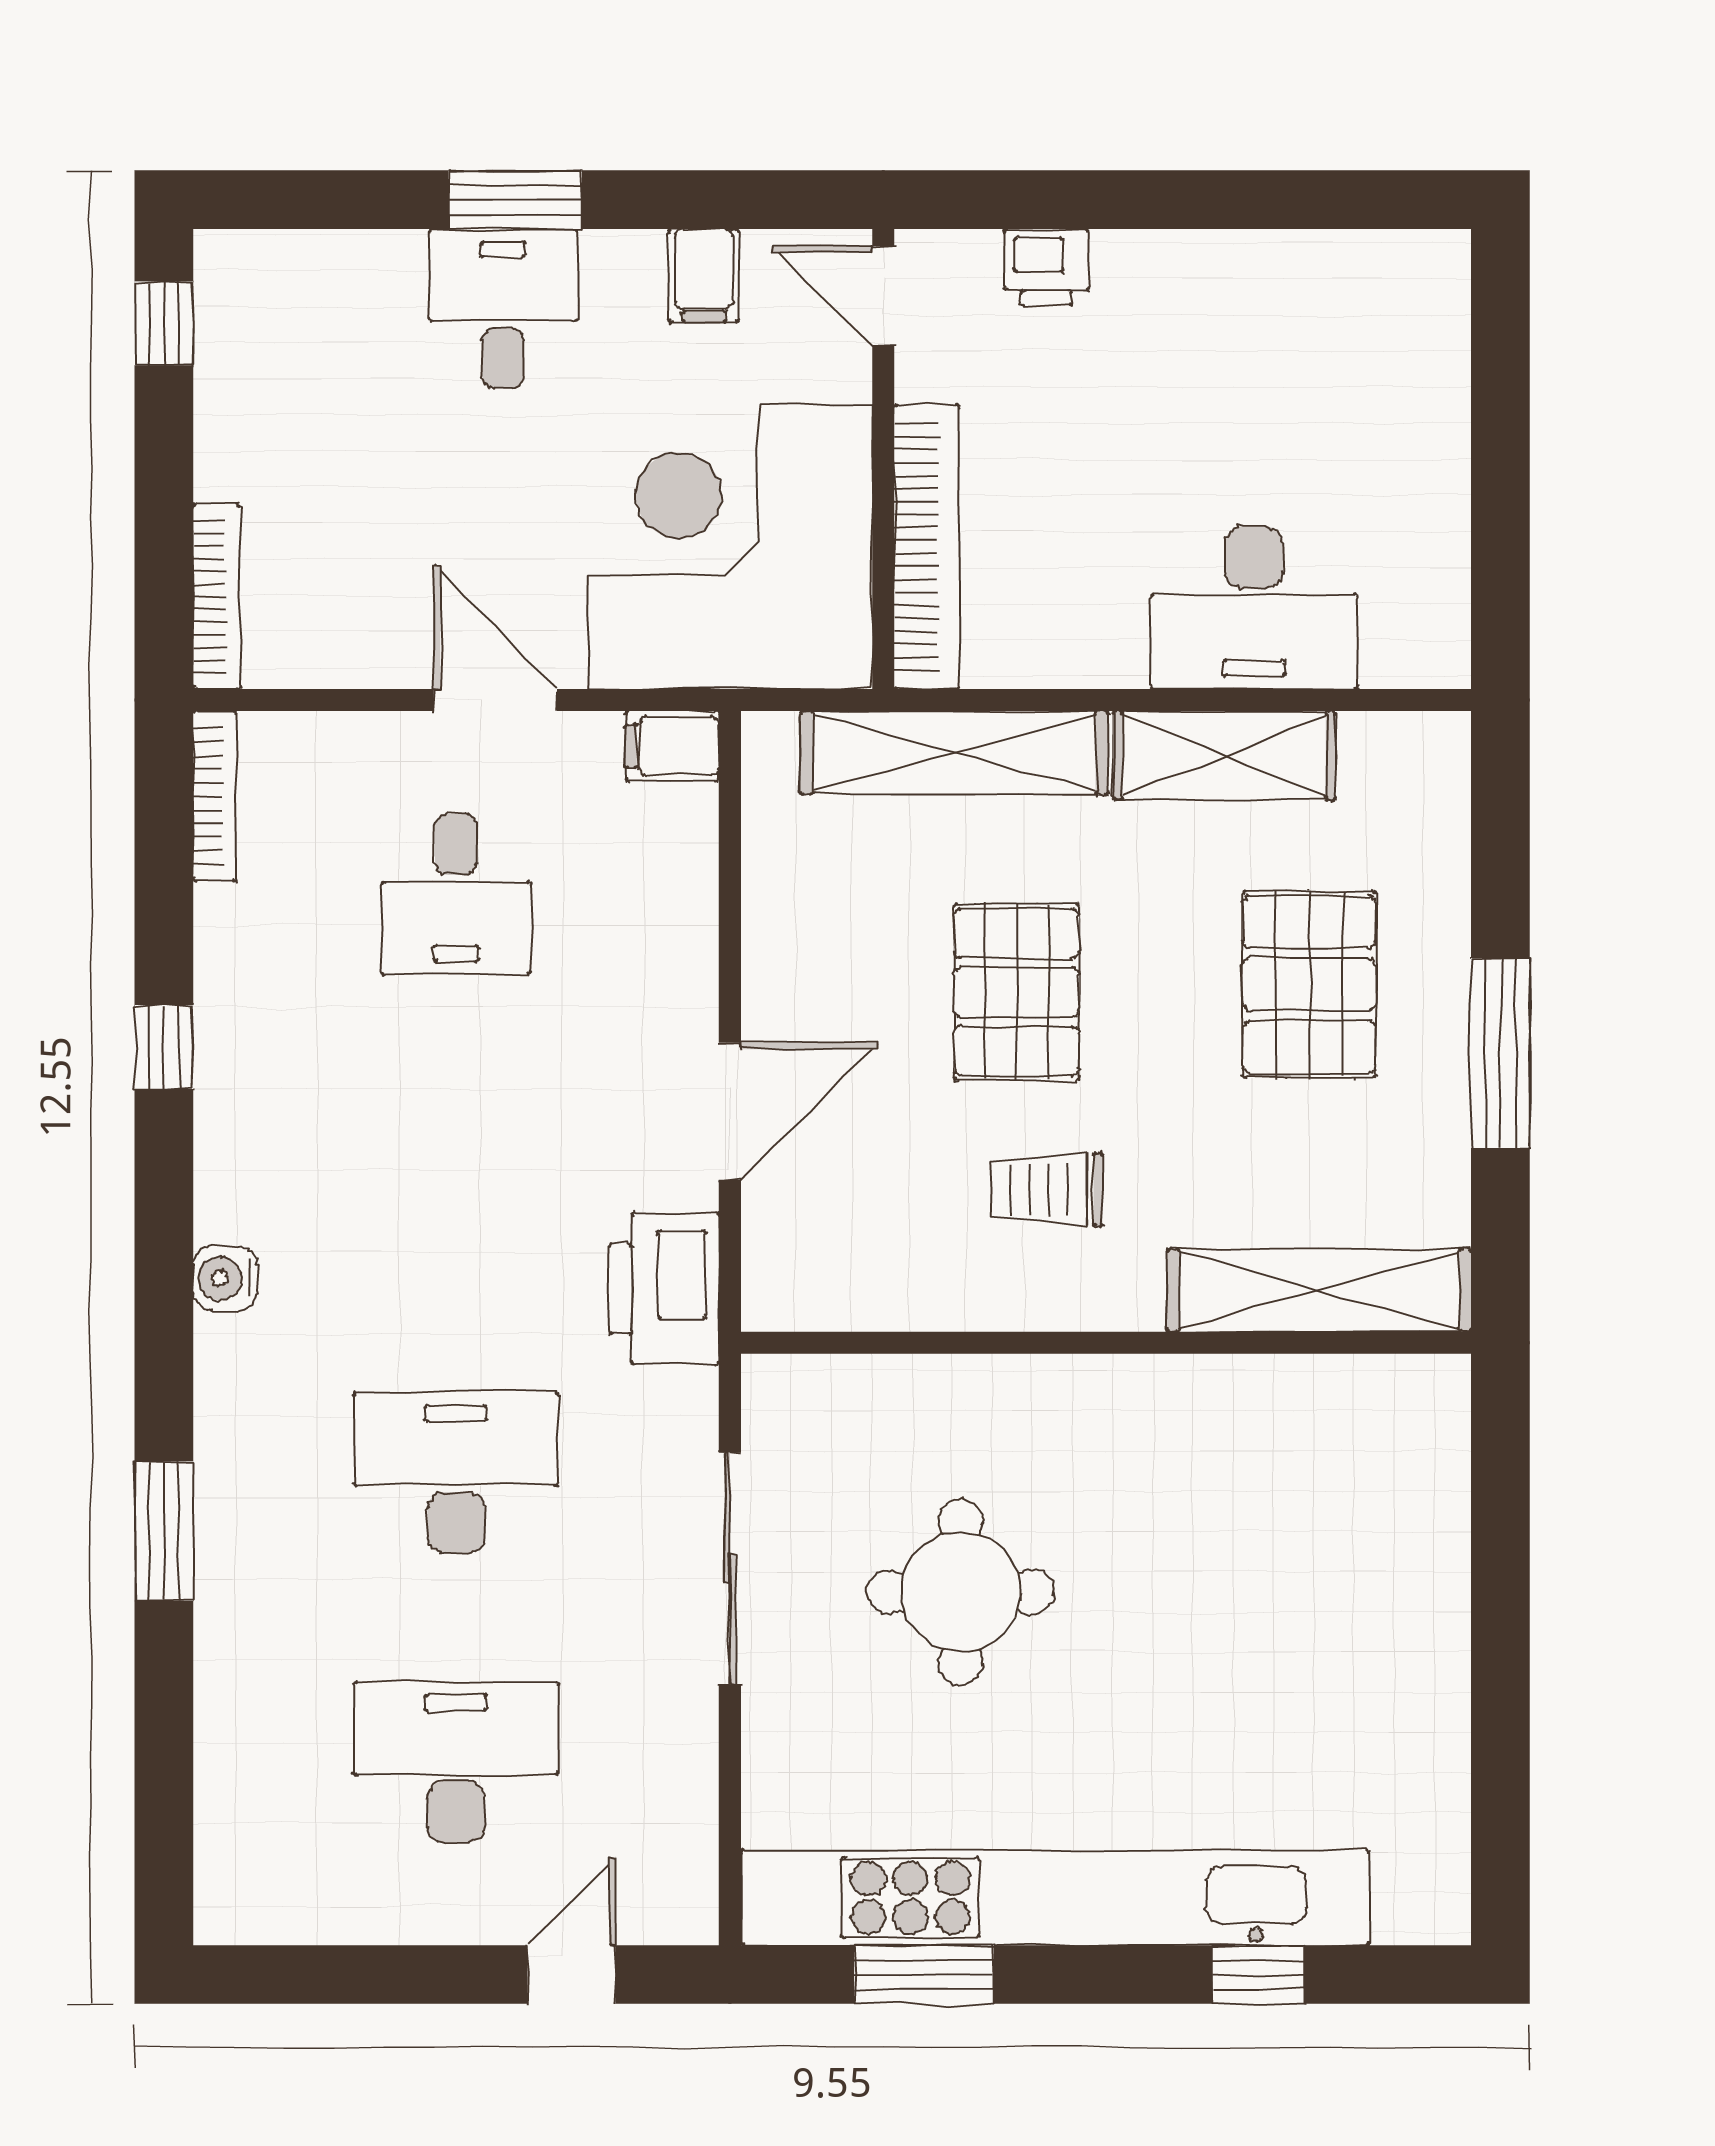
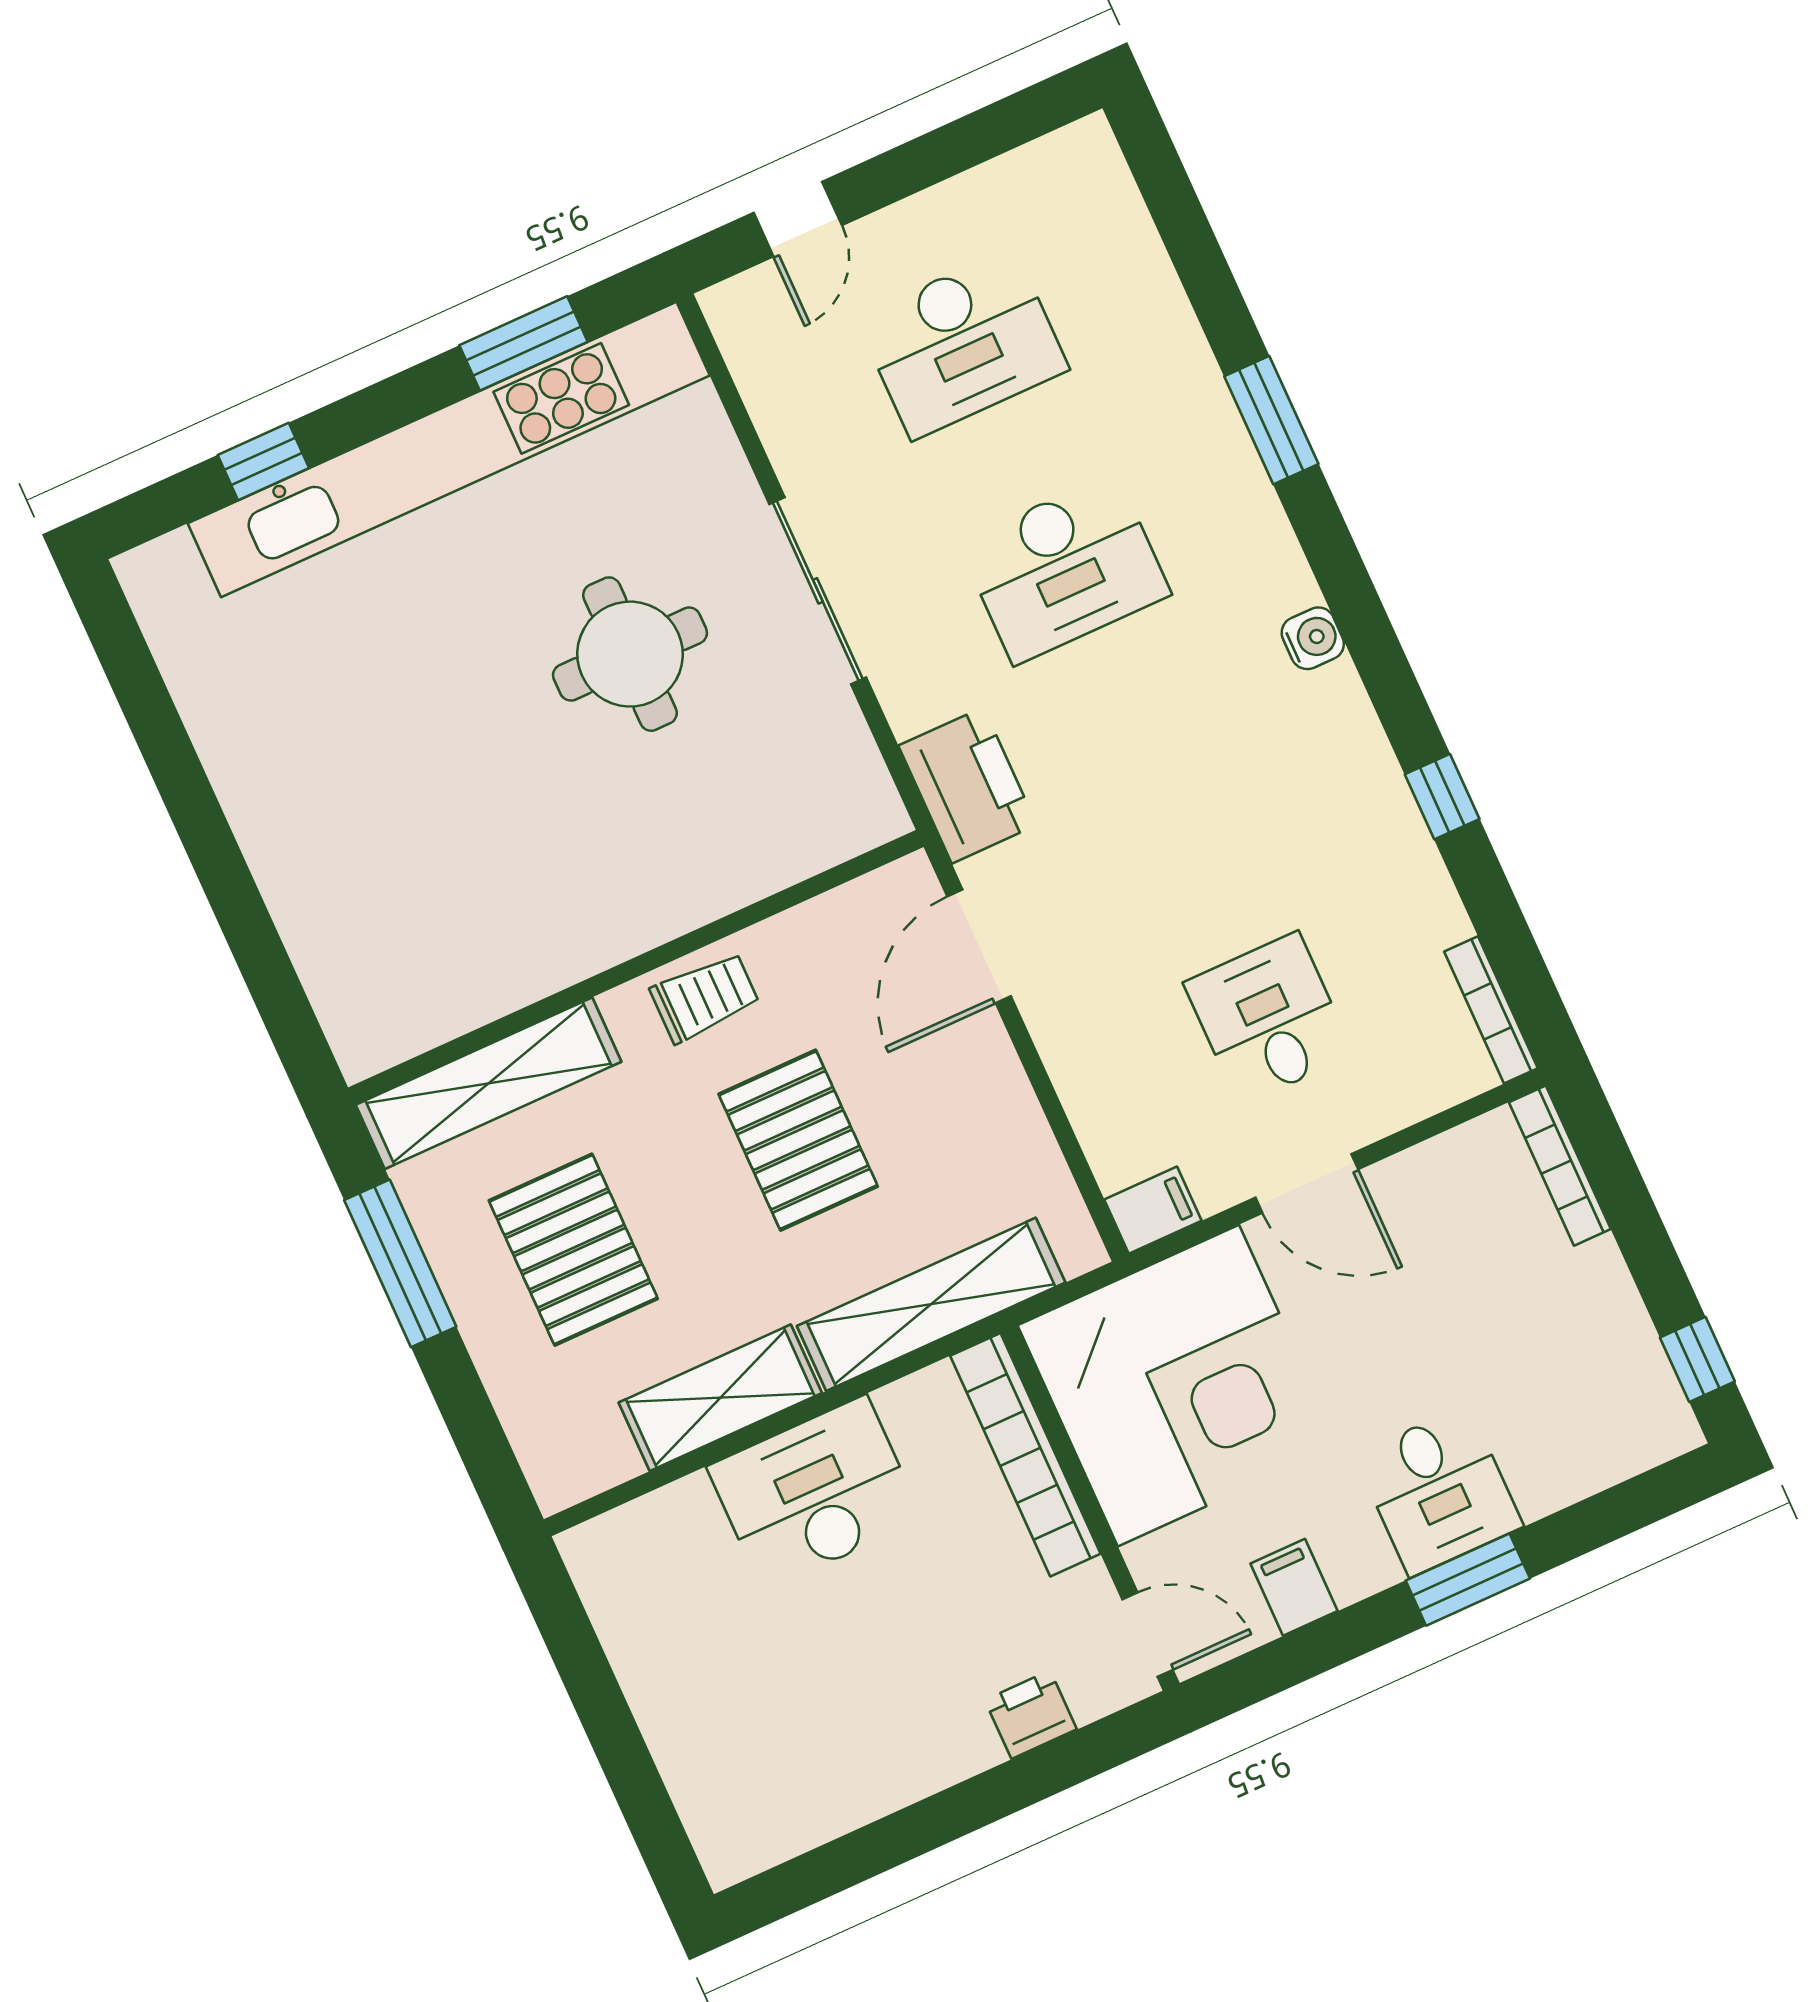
desk: (1254, 608) -> (815, 1493), moved
shelving: (1319, 1290) -> (489, 1083), moved
wall: (1106, 1343) -> (636, 967), moved

